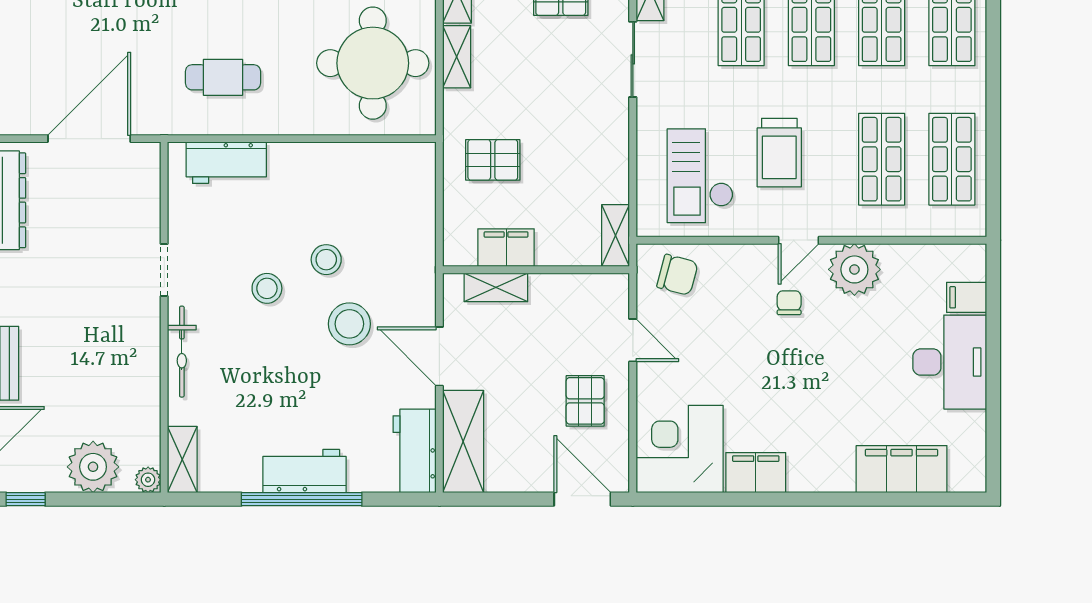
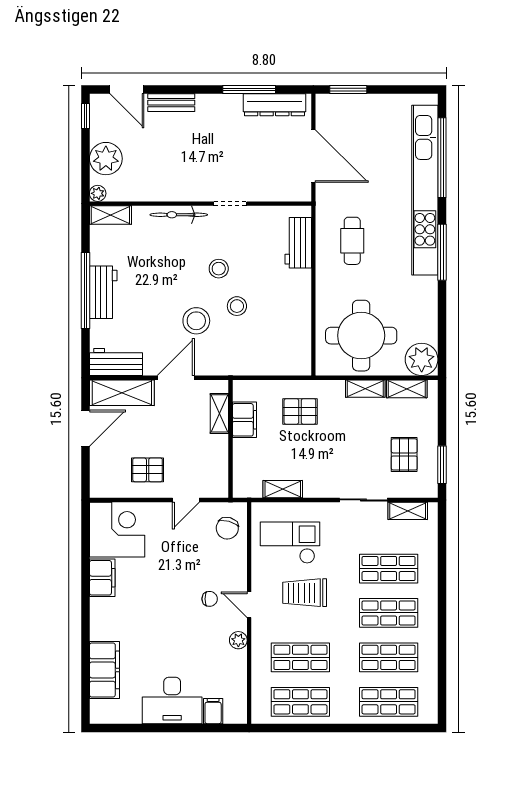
pallet: (493, 160) -> (300, 411), turned 90
shelving: (616, 236) -> (283, 489), moved
plant: (854, 269) -> (238, 640), width x0.53, depth x0.53
door: (582, 499) -> (85, 428), moved

